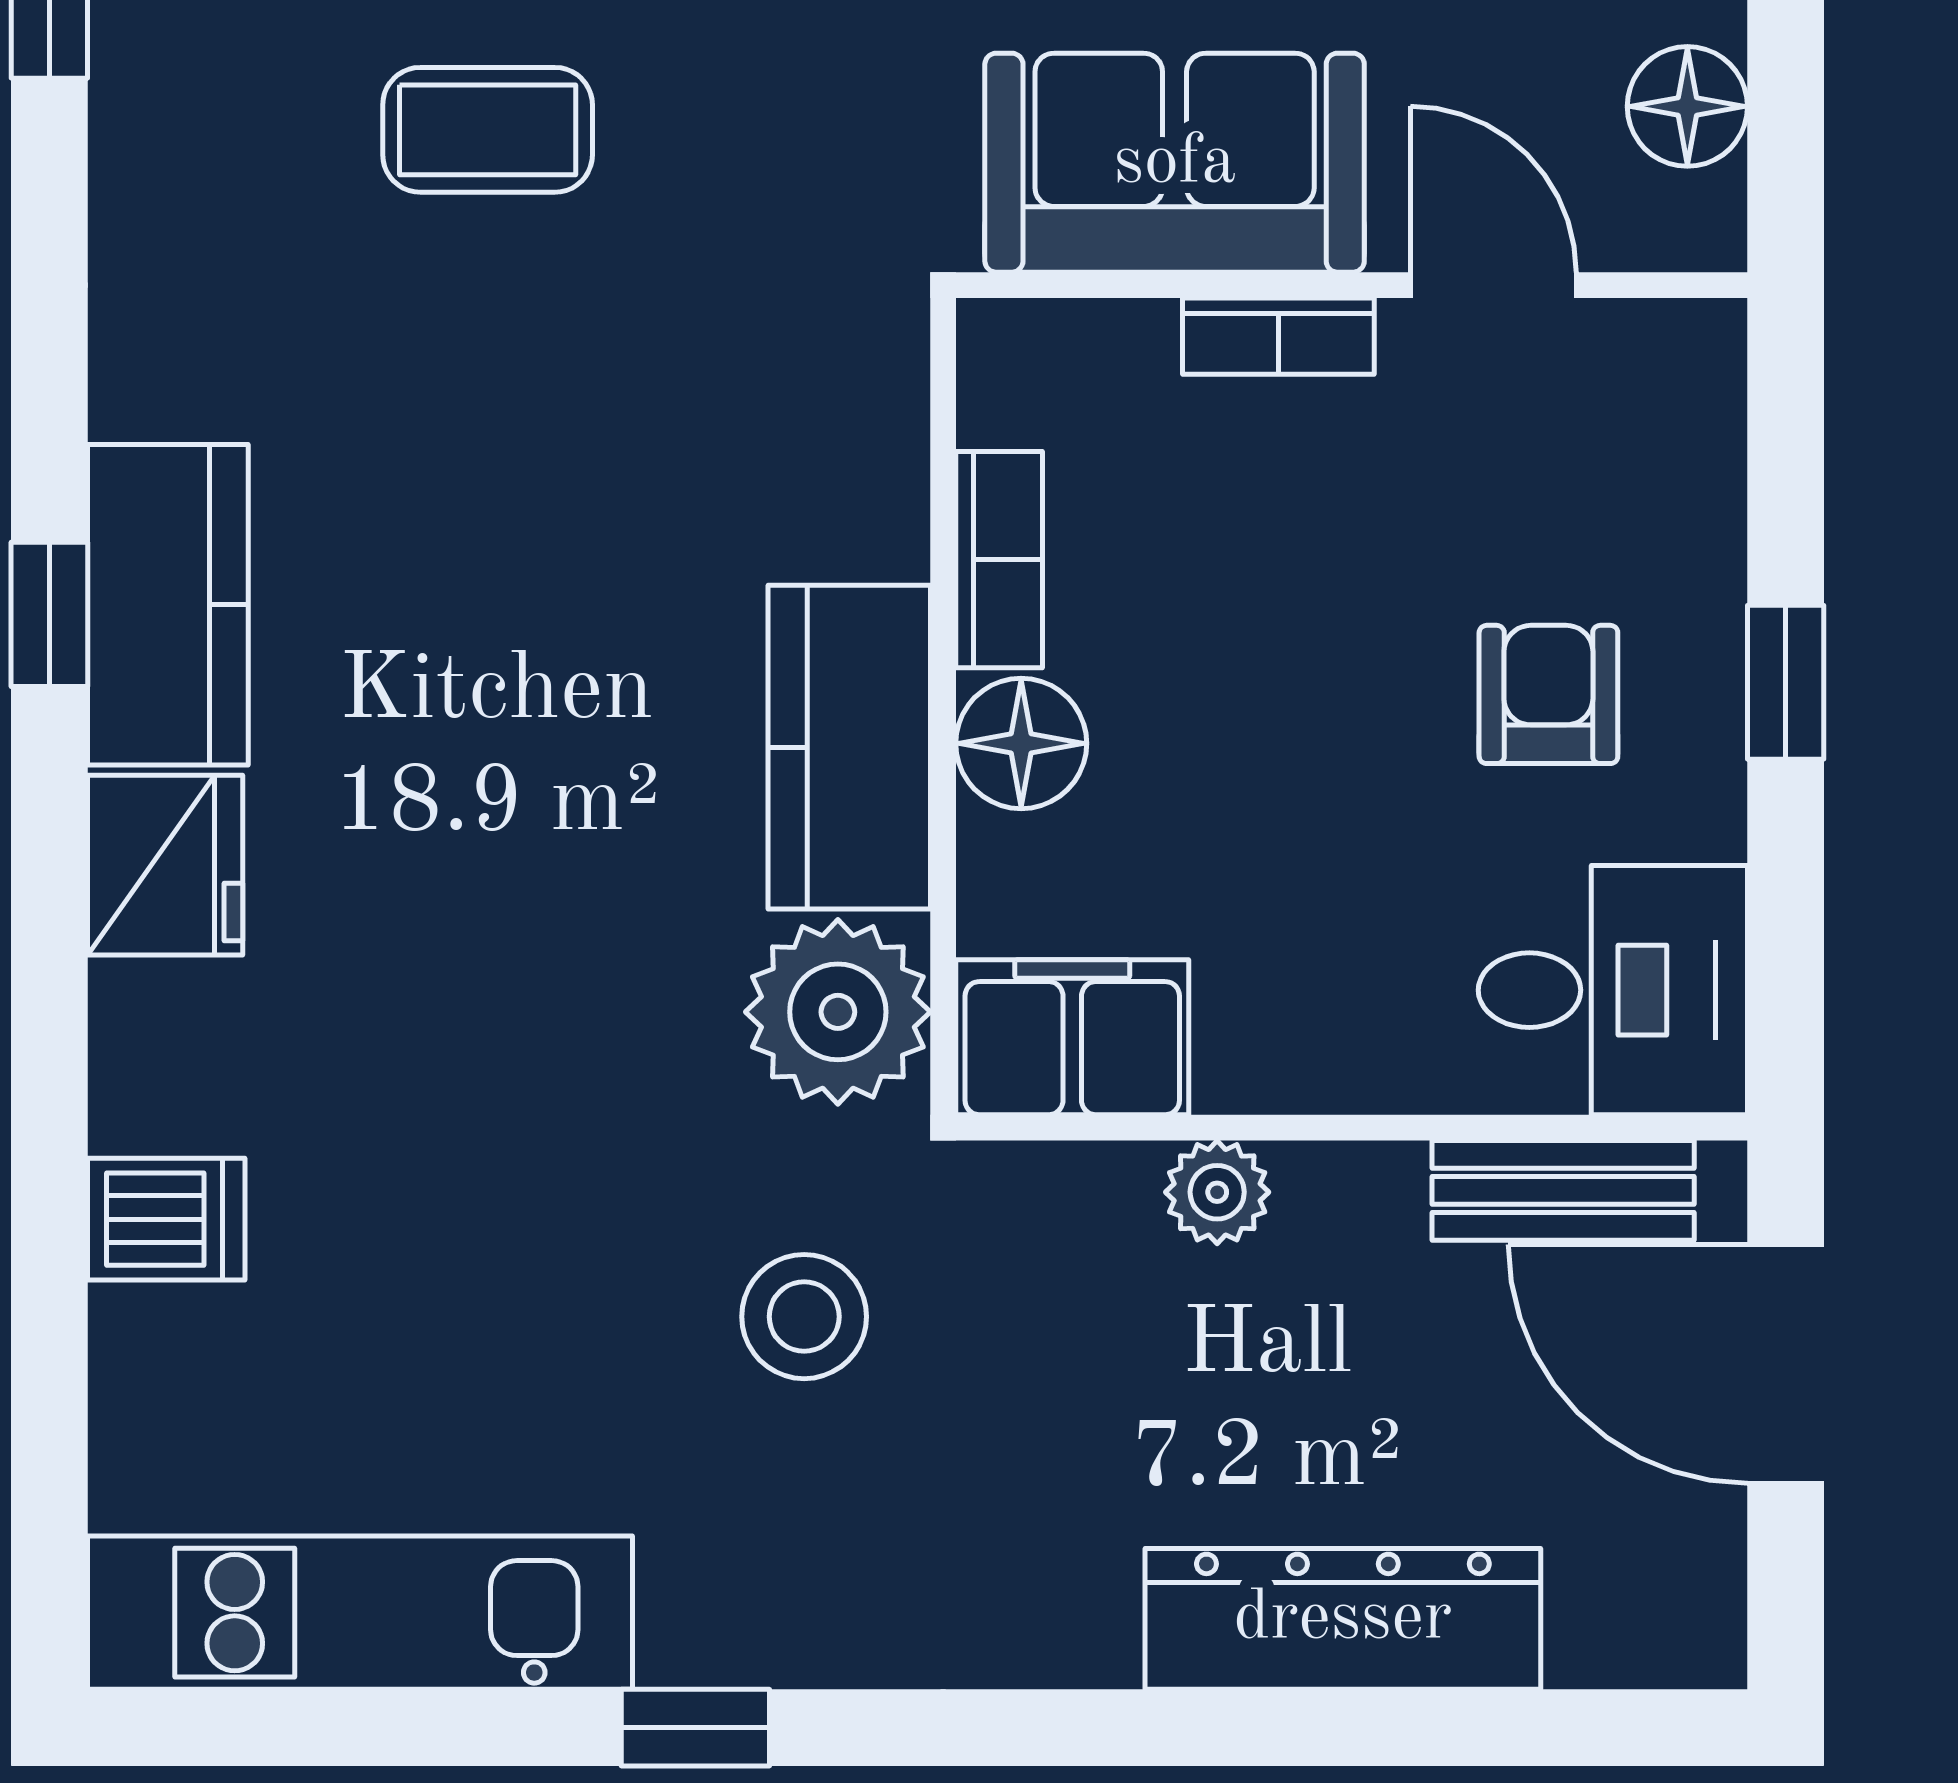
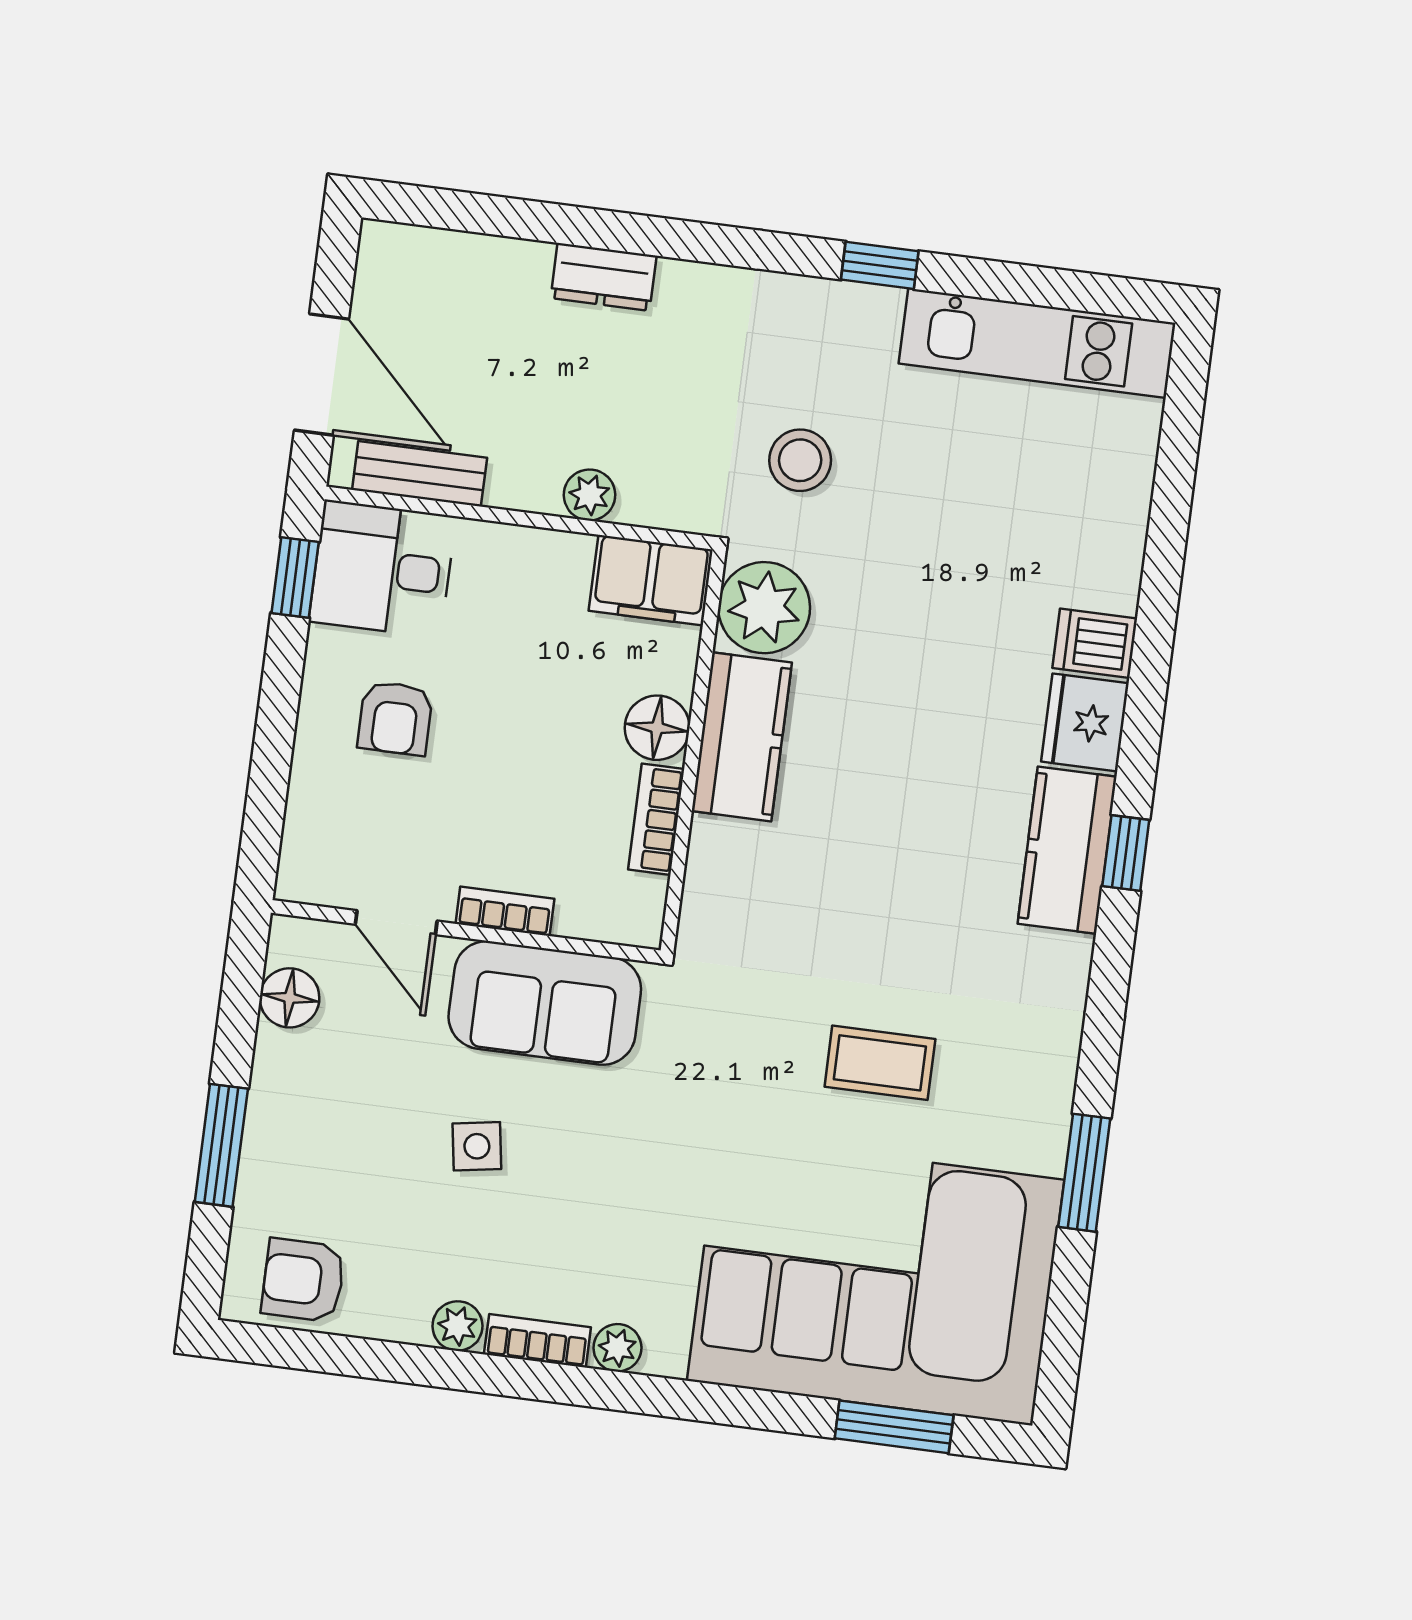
window: (1786, 682) -> (295, 578), moved
dishwasher: (166, 1219) -> (1095, 643), moved
dresser: (1343, 1619) -> (604, 277), width x0.51, depth x0.80

